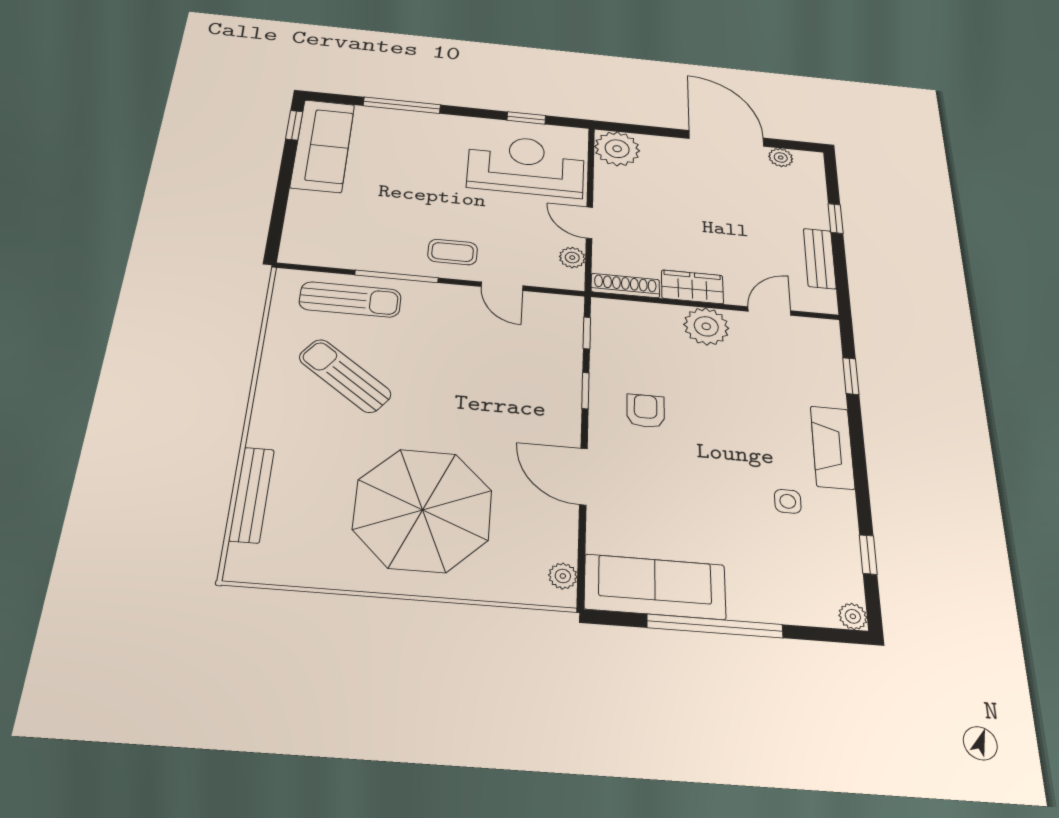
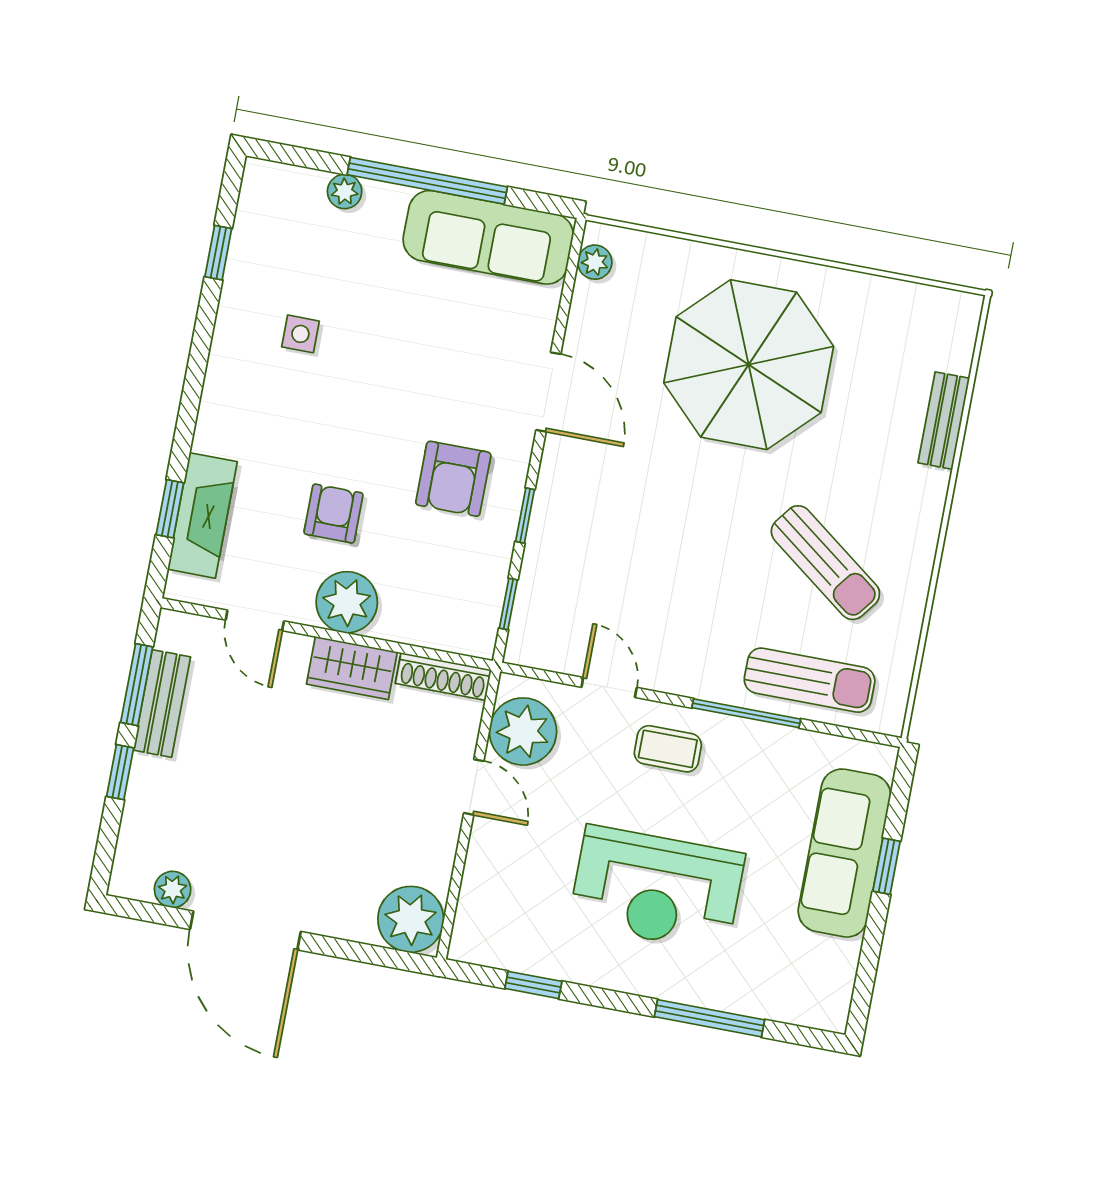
window: (294, 125) -> (887, 866), moved
sofa: (323, 146) -> (844, 853), moved
reception desk: (526, 166) -> (657, 889), moved
plant: (572, 258) -> (523, 731), width x1.88, depth x1.88
window: (840, 268) -> (137, 685), added
sun lounger: (350, 300) -> (810, 680), turned 180
door: (769, 311) -> (255, 620), hinge flipped
armchair: (730, 382) -> (334, 514), added
armchair: (646, 411) -> (453, 479), width x1.38, depth x1.38
fireplace: (832, 447) -> (202, 515), moved
bench: (252, 495) -> (944, 421), width x0.73
plant: (853, 616) -> (345, 192), moved

